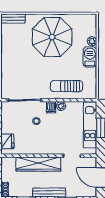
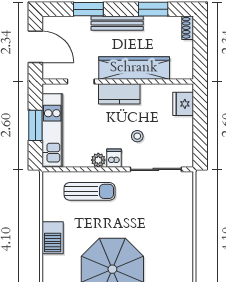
plant: (92, 41) -> (49, 262), removed
kitchen counter: (48, 148) -> (119, 94), added

